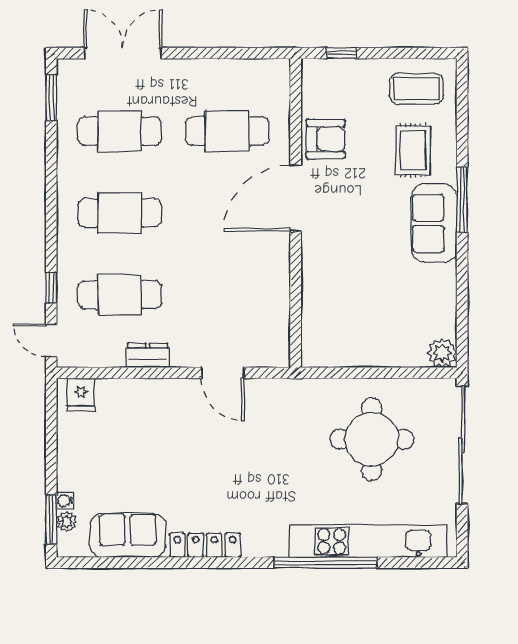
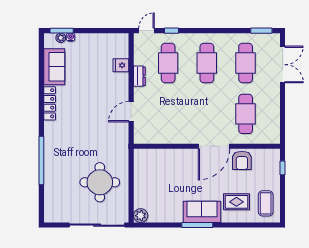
door: (296, 198) -> (214, 146), swing flipped
window: (462, 200) -> (197, 225), moved
fridge: (81, 395) -> (121, 65), moved
kitchen unit: (368, 541) -> (51, 180), removed

